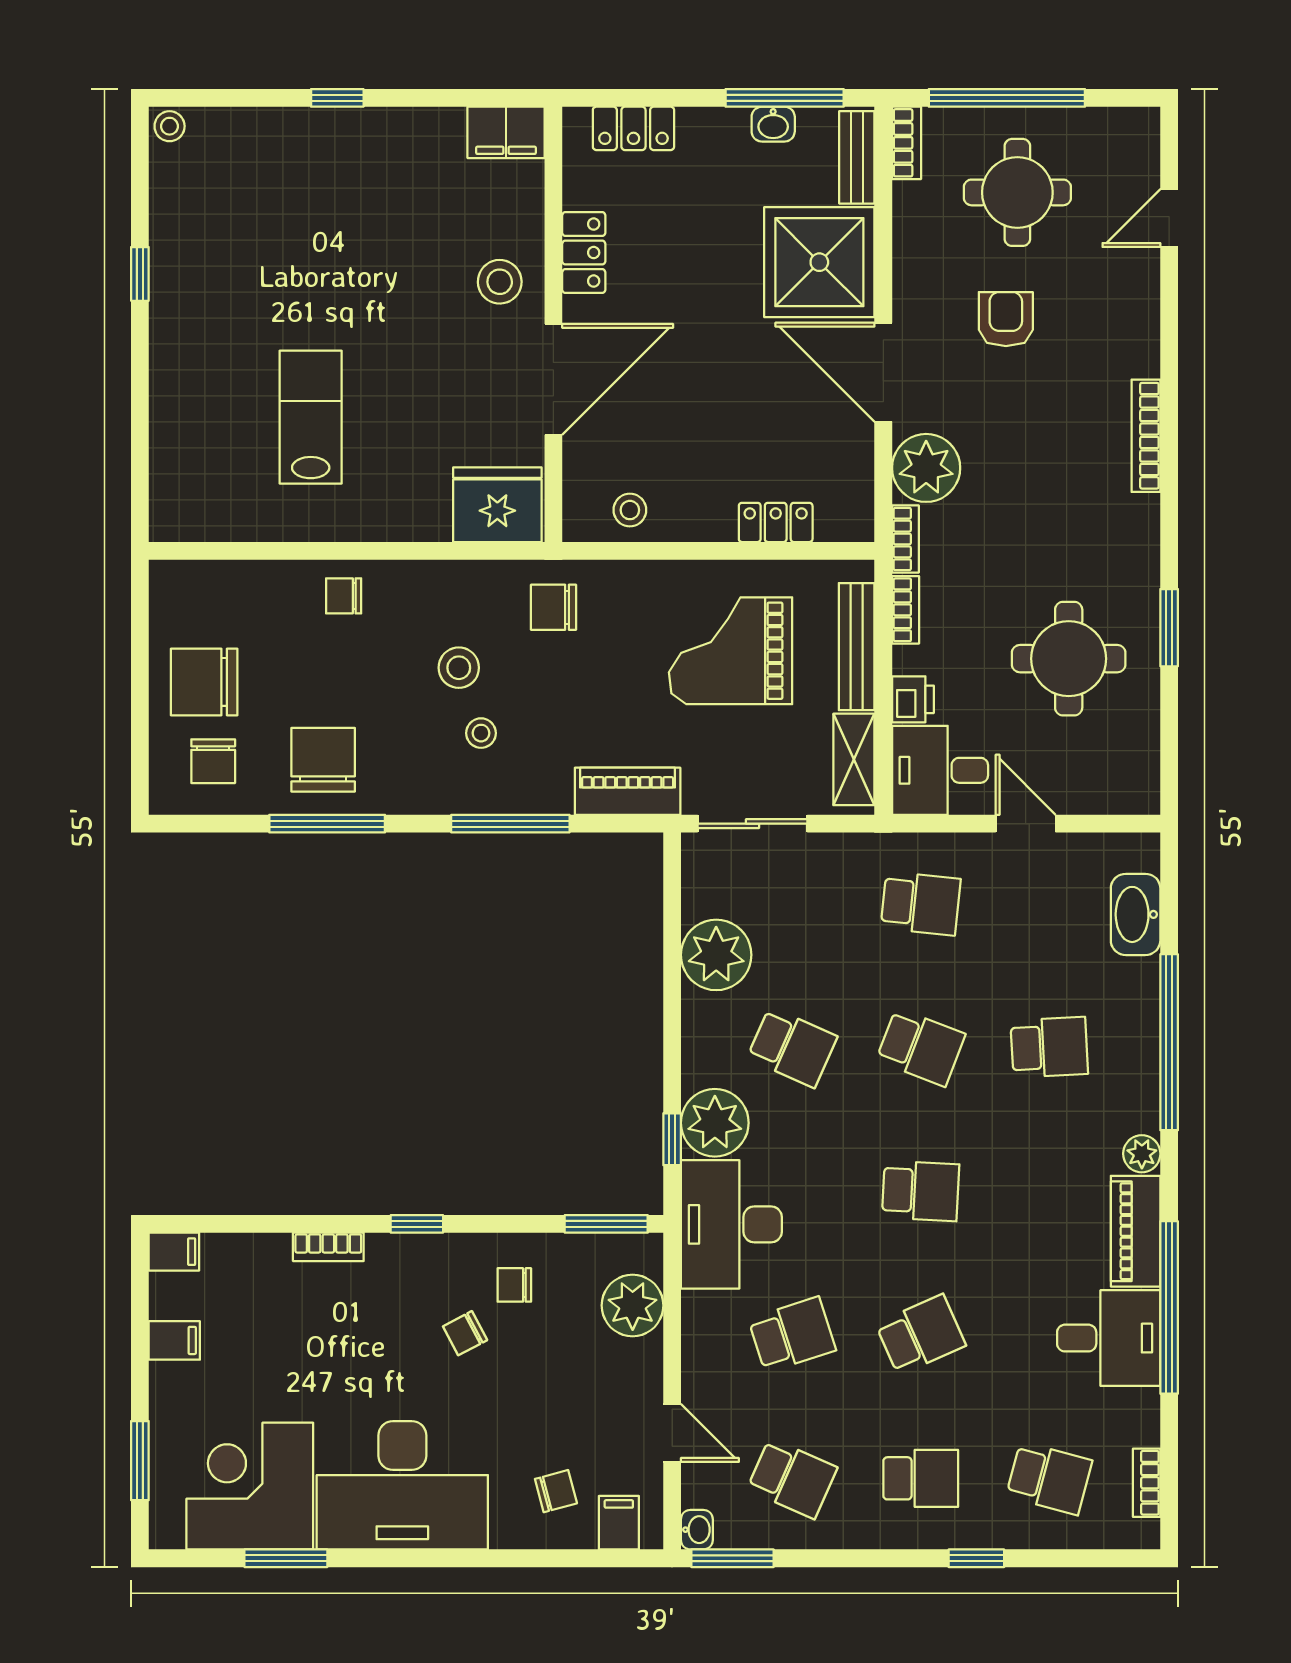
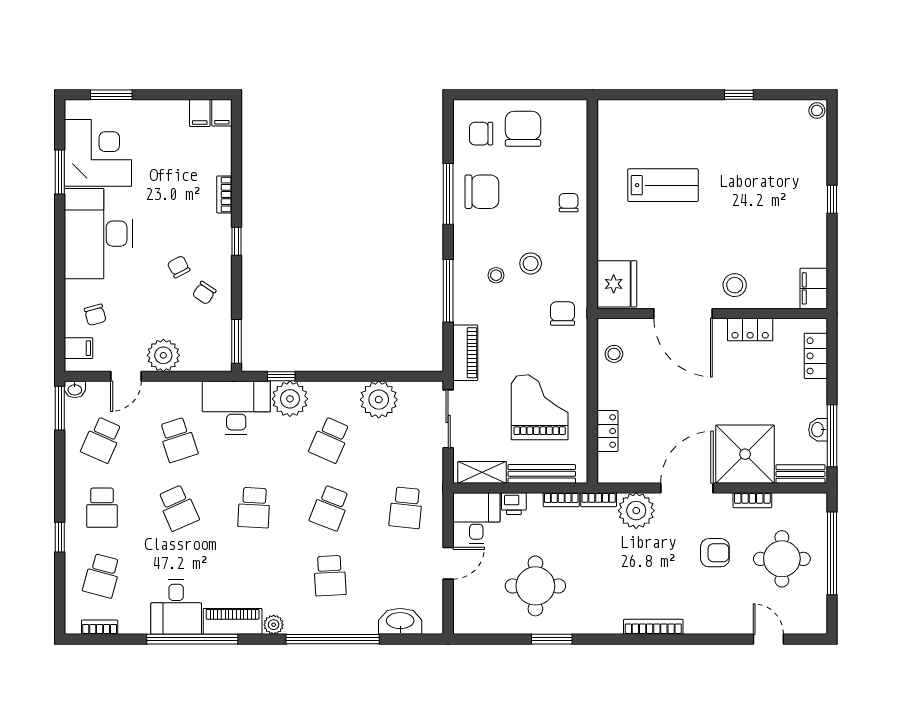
bookcase: (907, 143) -> (752, 500), moved
chair: (514, 1285) -> (204, 293), turned -146
plant: (633, 1305) -> (163, 355), moved
filing cabinet: (174, 1340) -> (200, 113), moved

